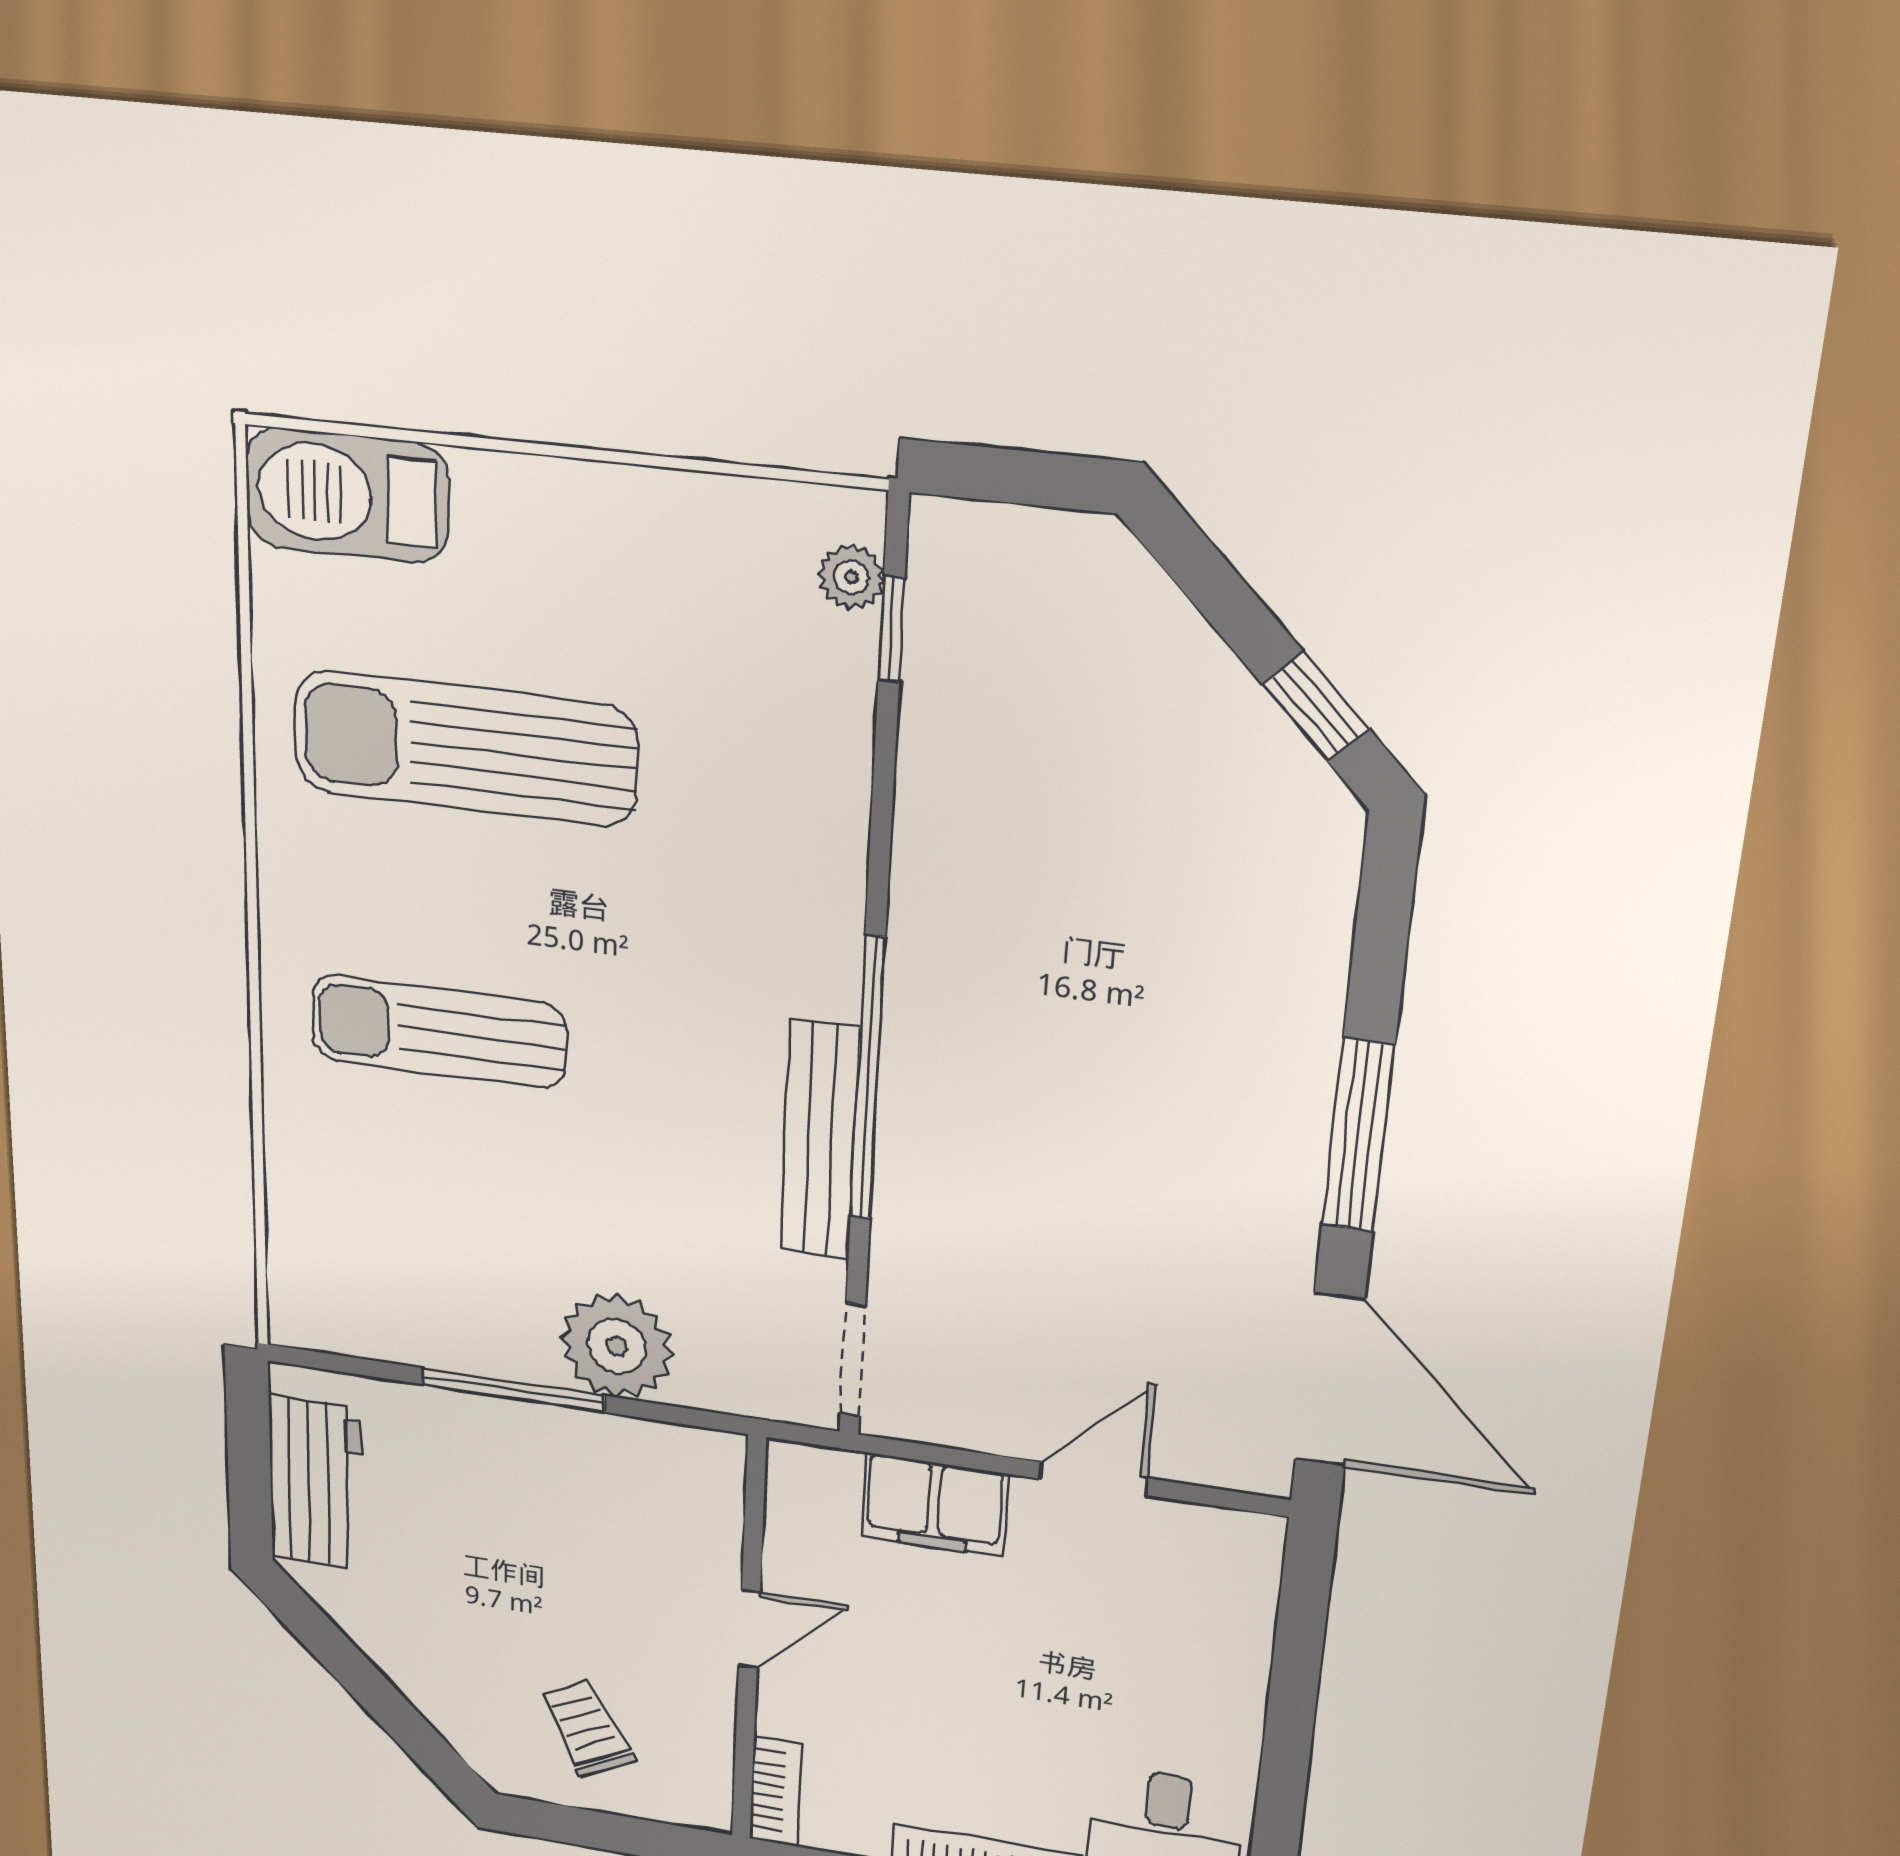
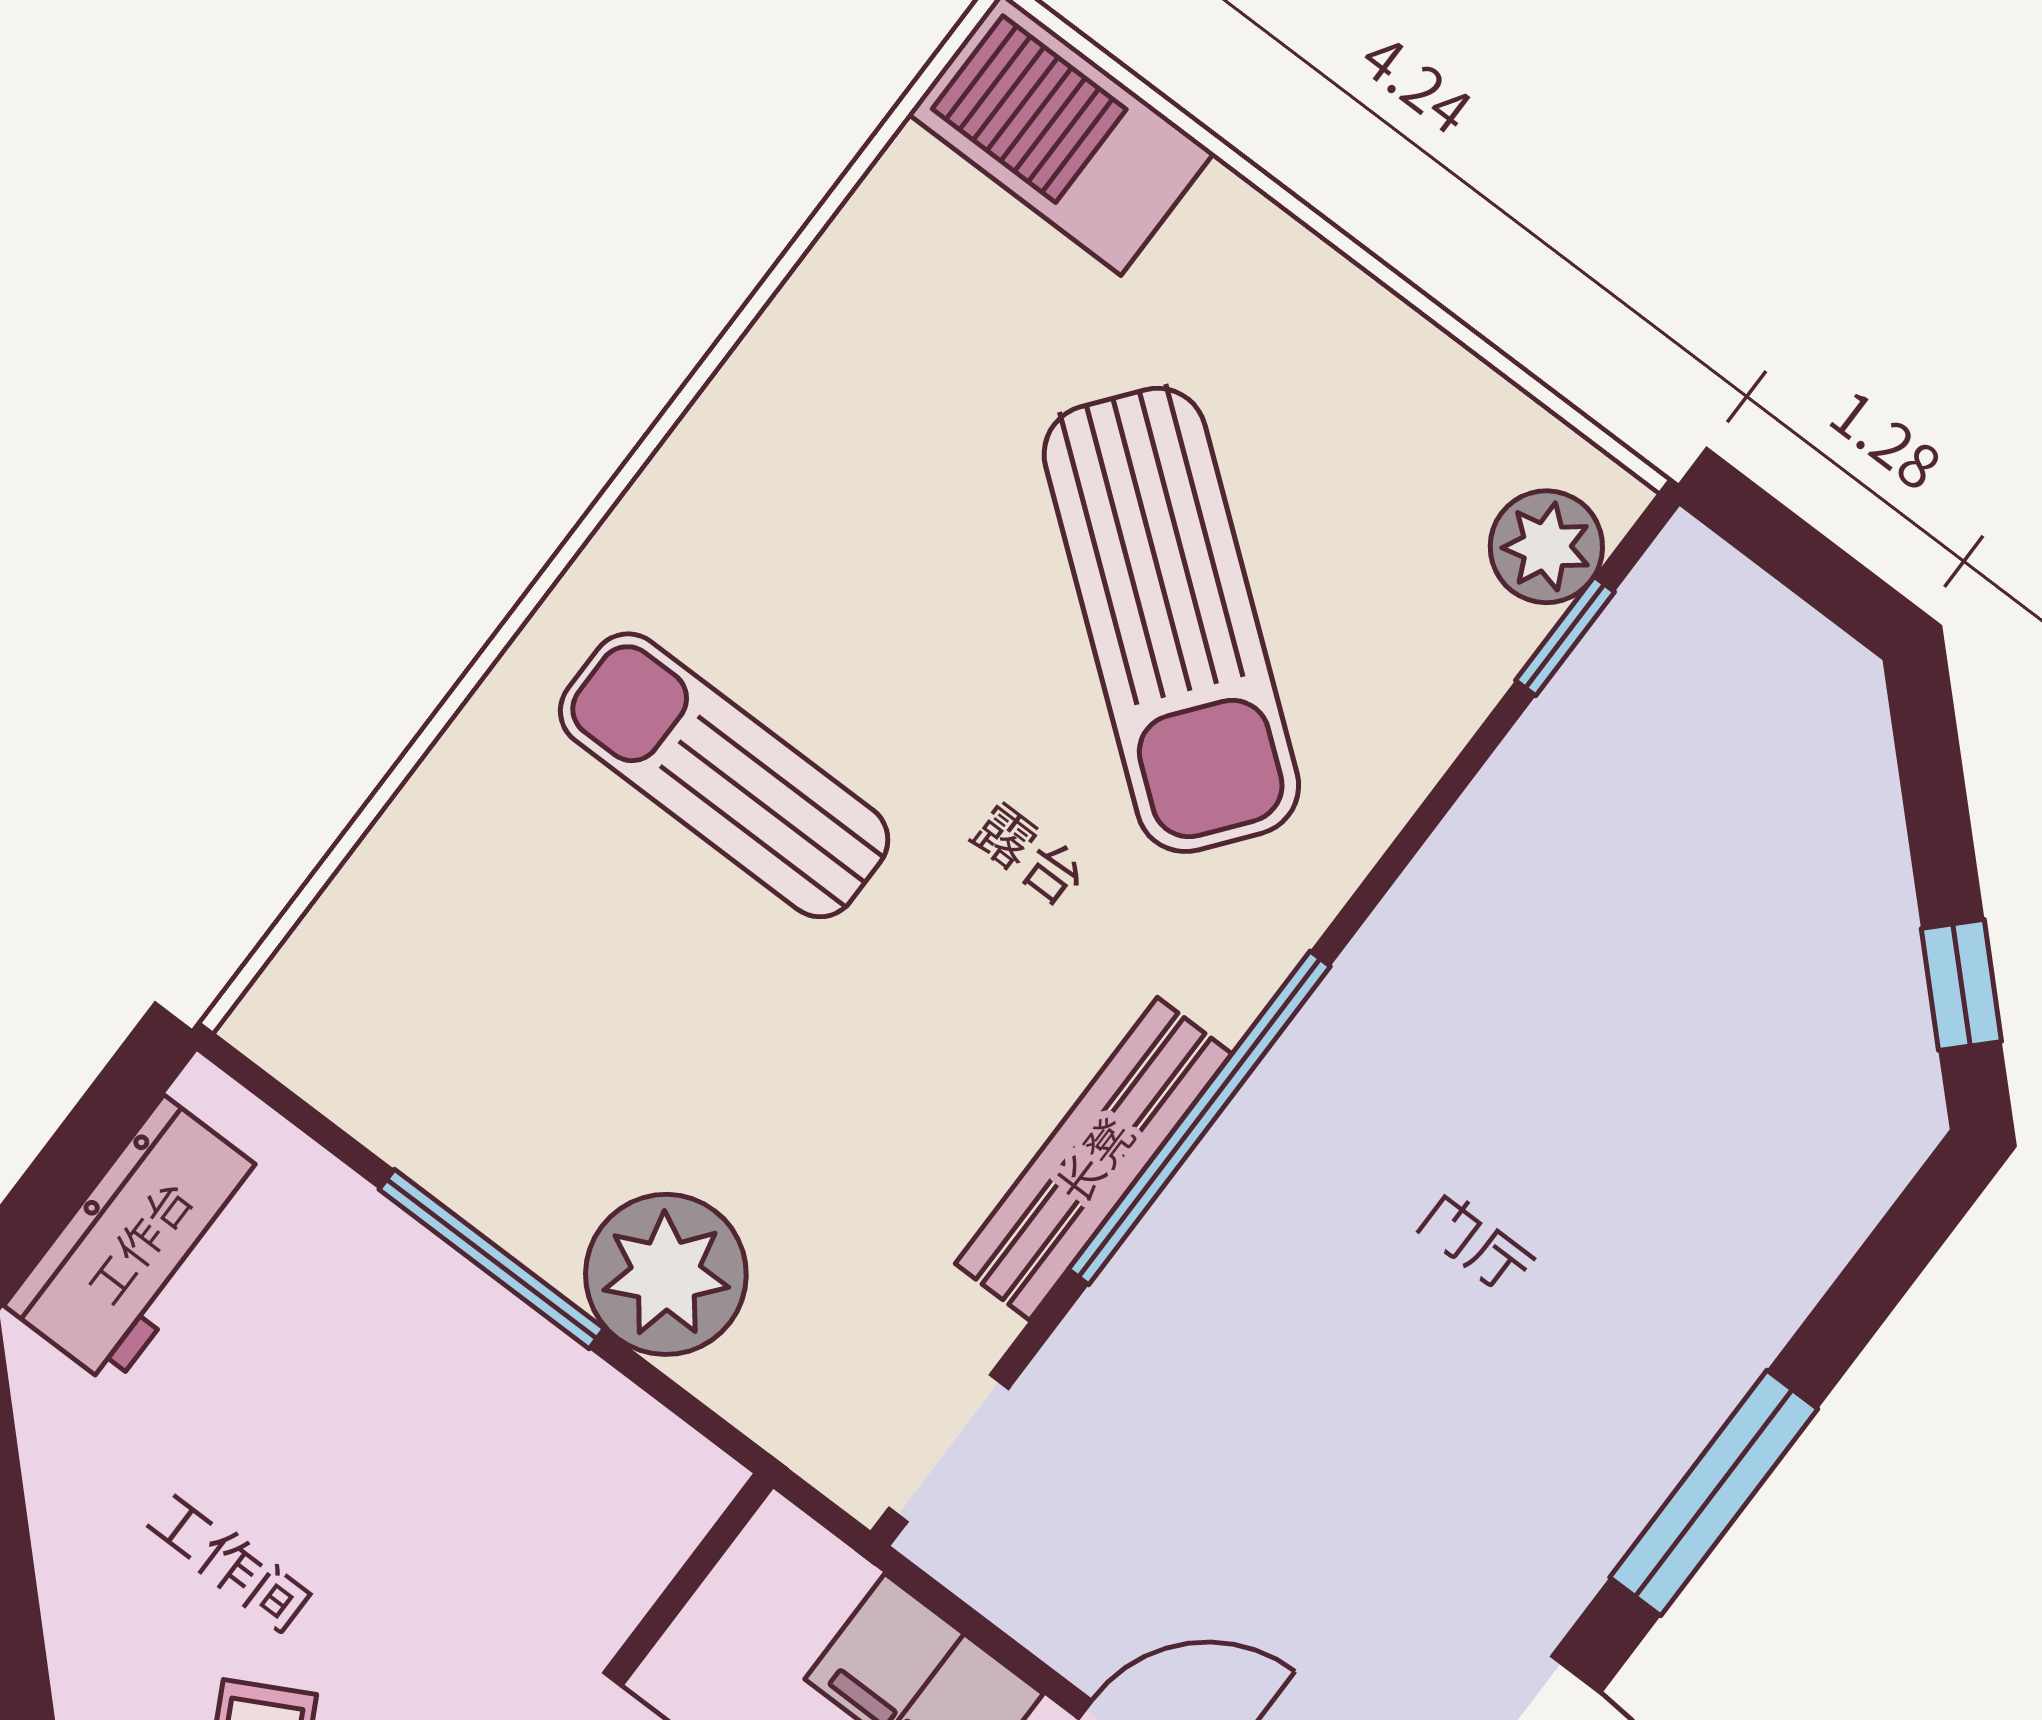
plant: (851, 577) -> (1546, 547), width x1.38, depth x1.38
sun lounger: (465, 748) -> (1171, 620), moved, turned -142

